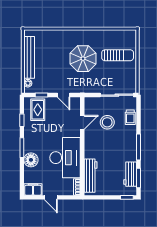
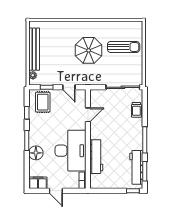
stool: (107, 122) -> (113, 115), removed
workbench: (130, 174) -> (136, 167), width x1.37
workbench: (91, 176) -> (96, 157), moved

